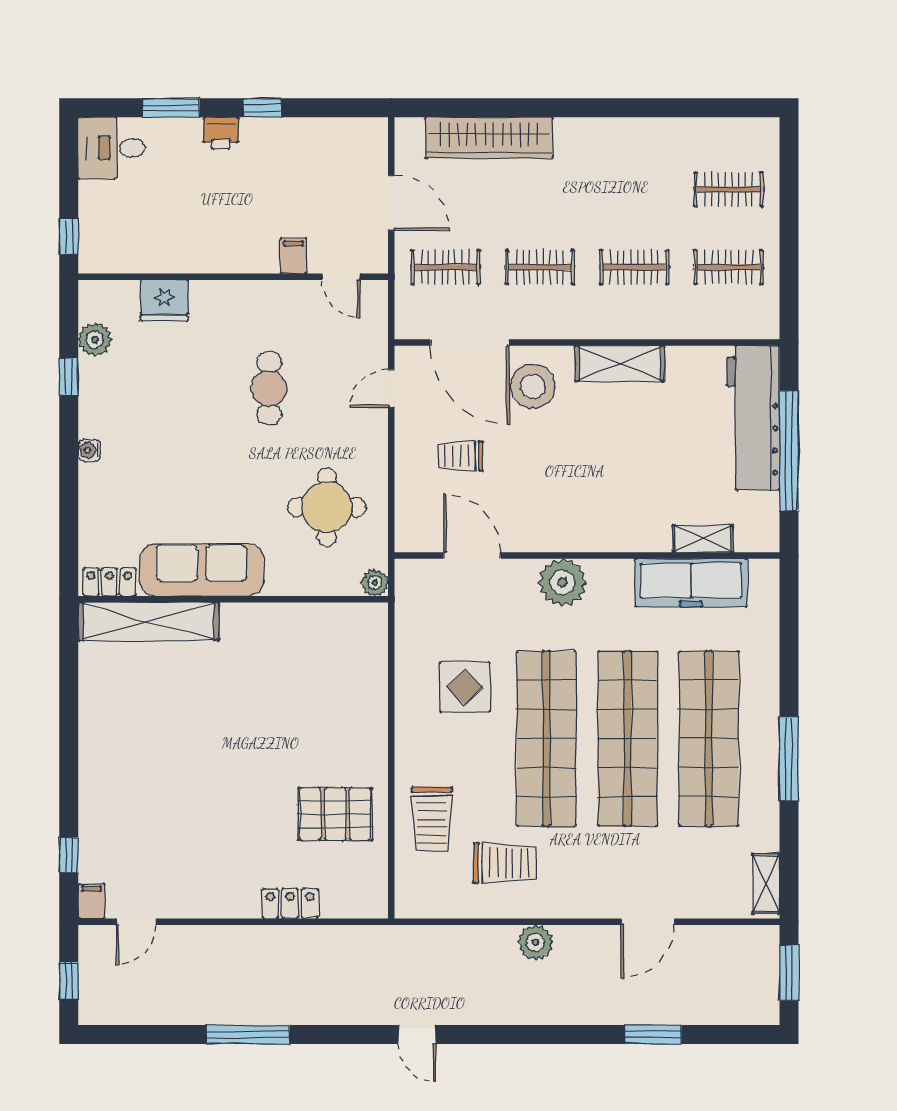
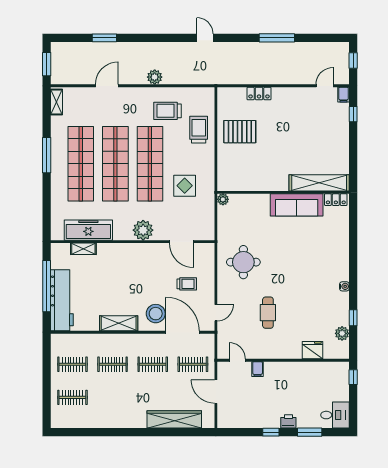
sofa: (202, 570) -> (297, 205), moved
locker: (110, 582) -> (336, 200), moved
plant: (375, 583) -> (223, 199), moved
wall: (233, 599) -> (283, 192), moved
shelving: (149, 622) -> (319, 183), moved

